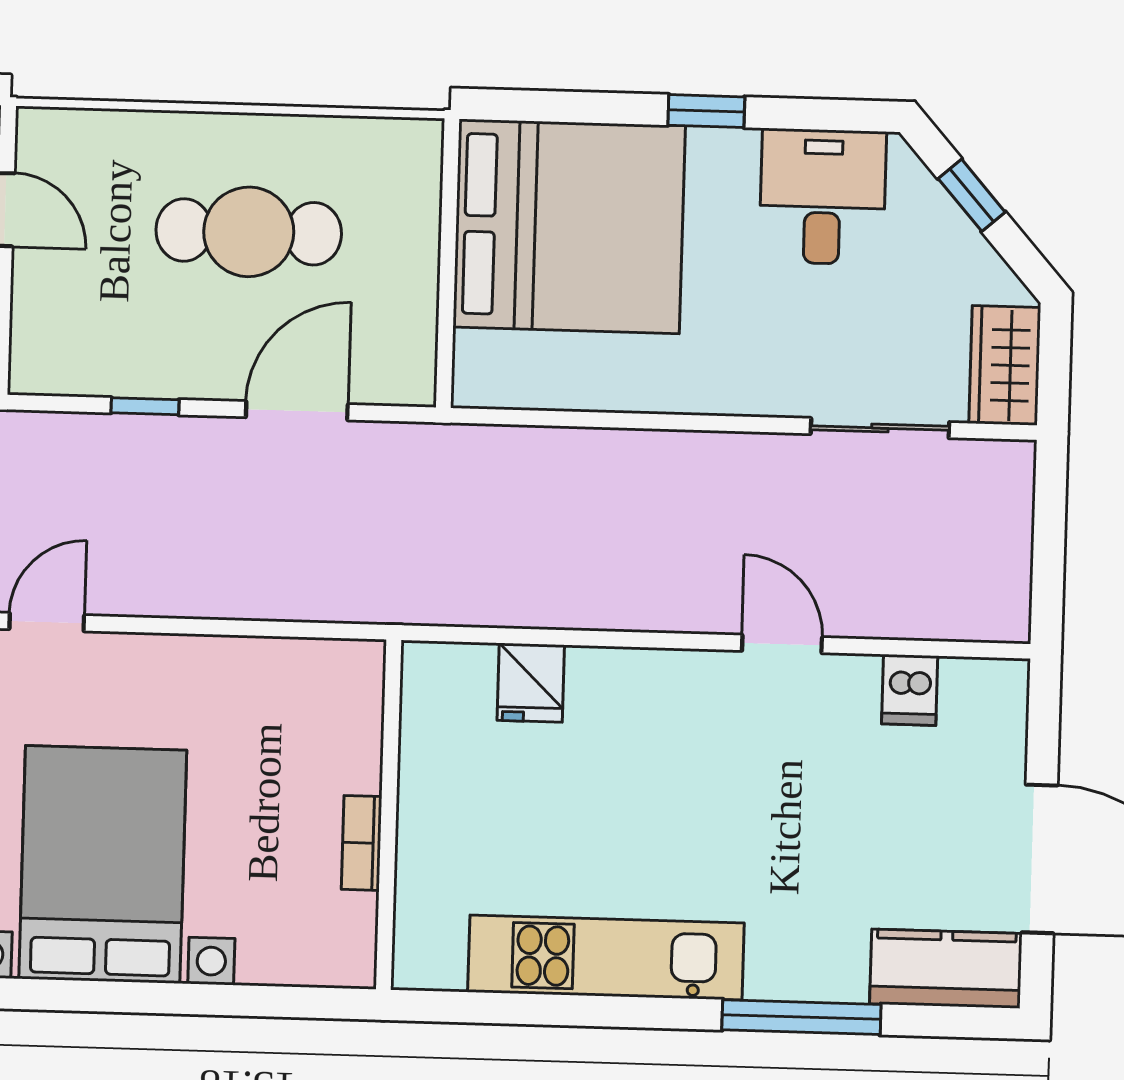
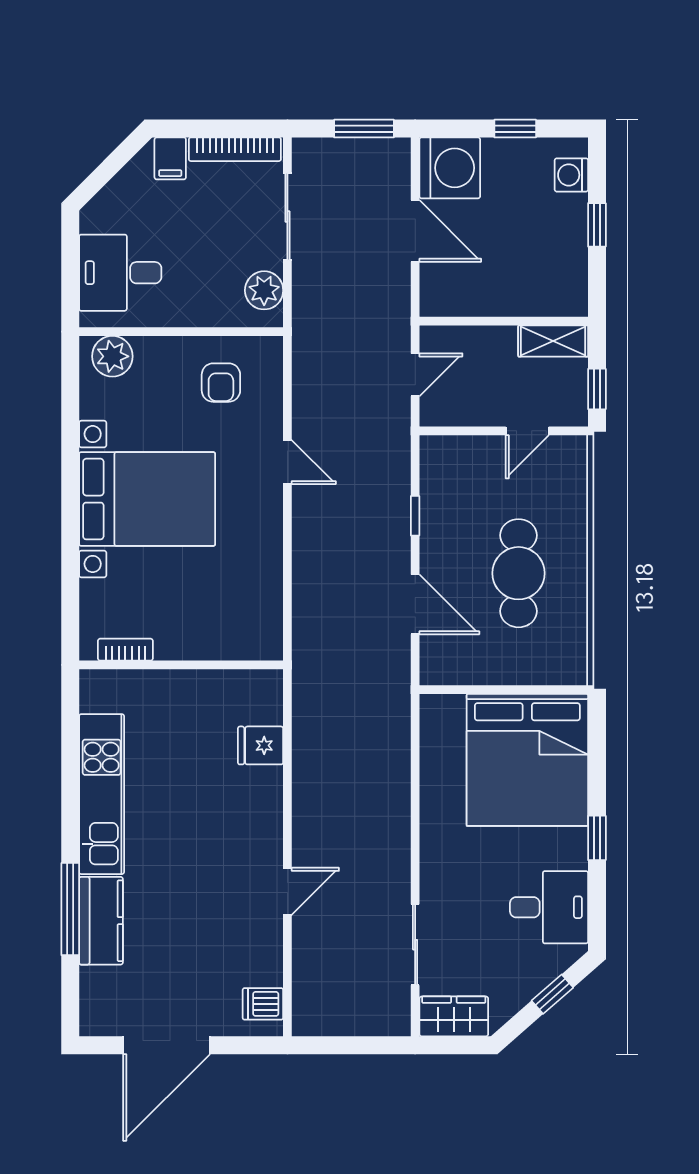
dishwasher: (910, 690) -> (263, 1004), moved
bookcase: (362, 843) -> (125, 650), moved
kitchen counter: (946, 969) -> (101, 921), moved

